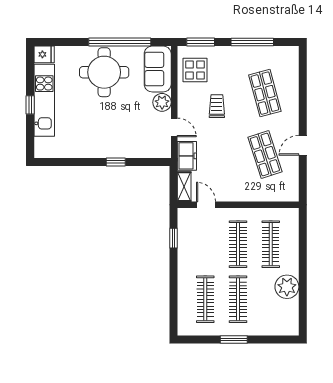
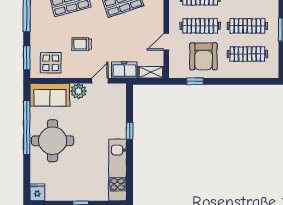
kitchen unit: (44, 100) -> (117, 170), moved, turned -90
door: (206, 205) -> (166, 42), moved
armchair: (203, 248) -> (204, 56), added

